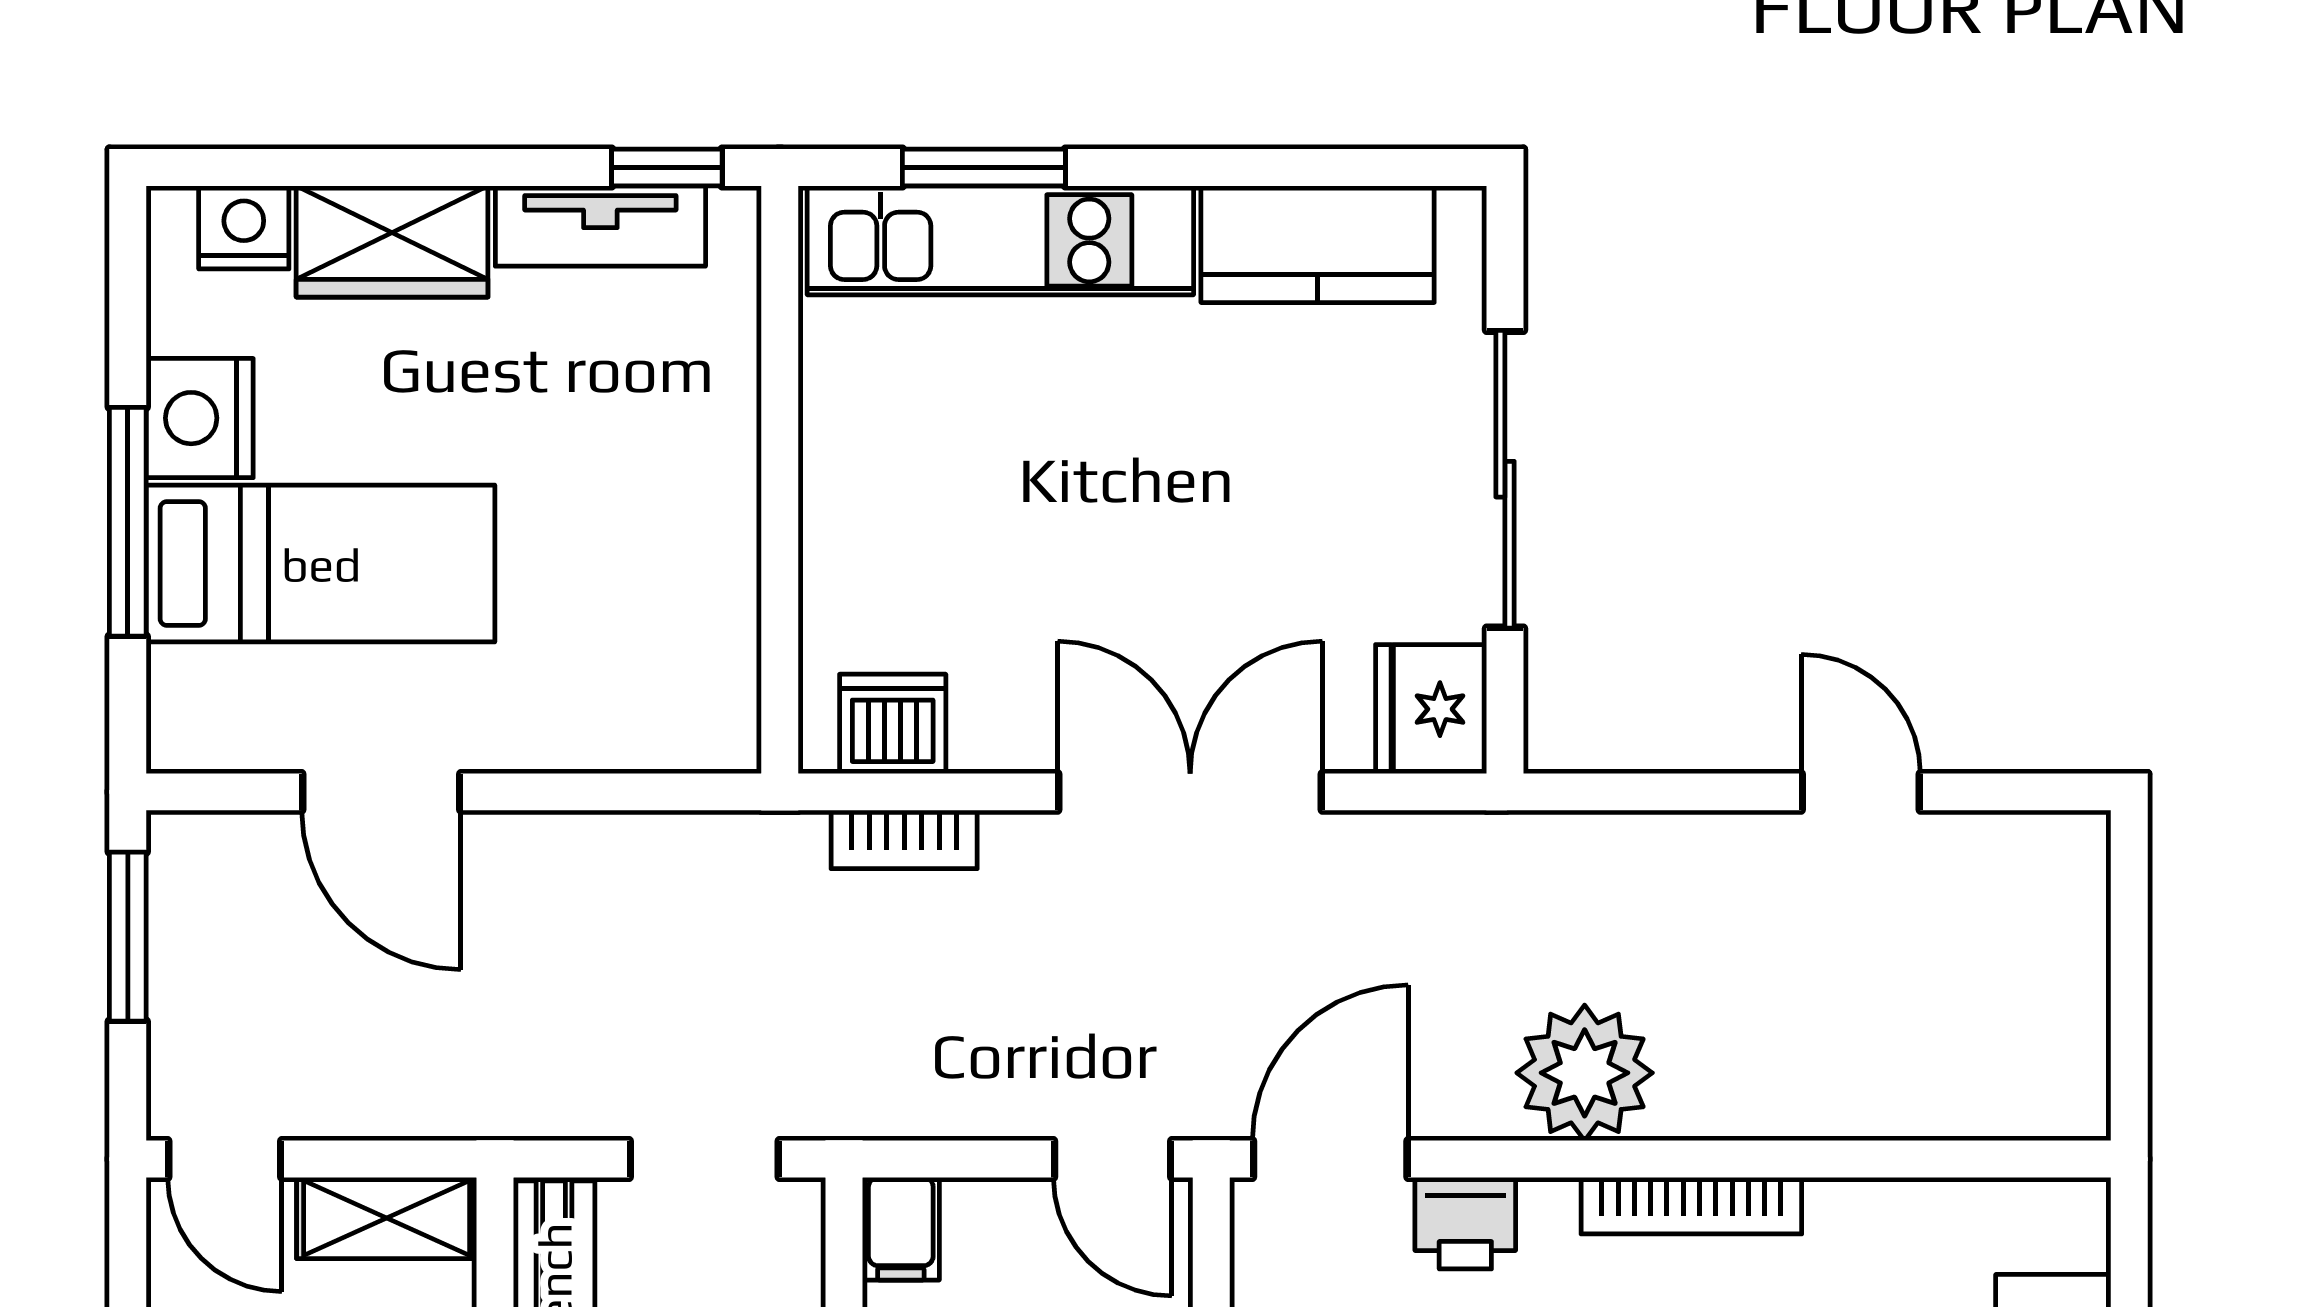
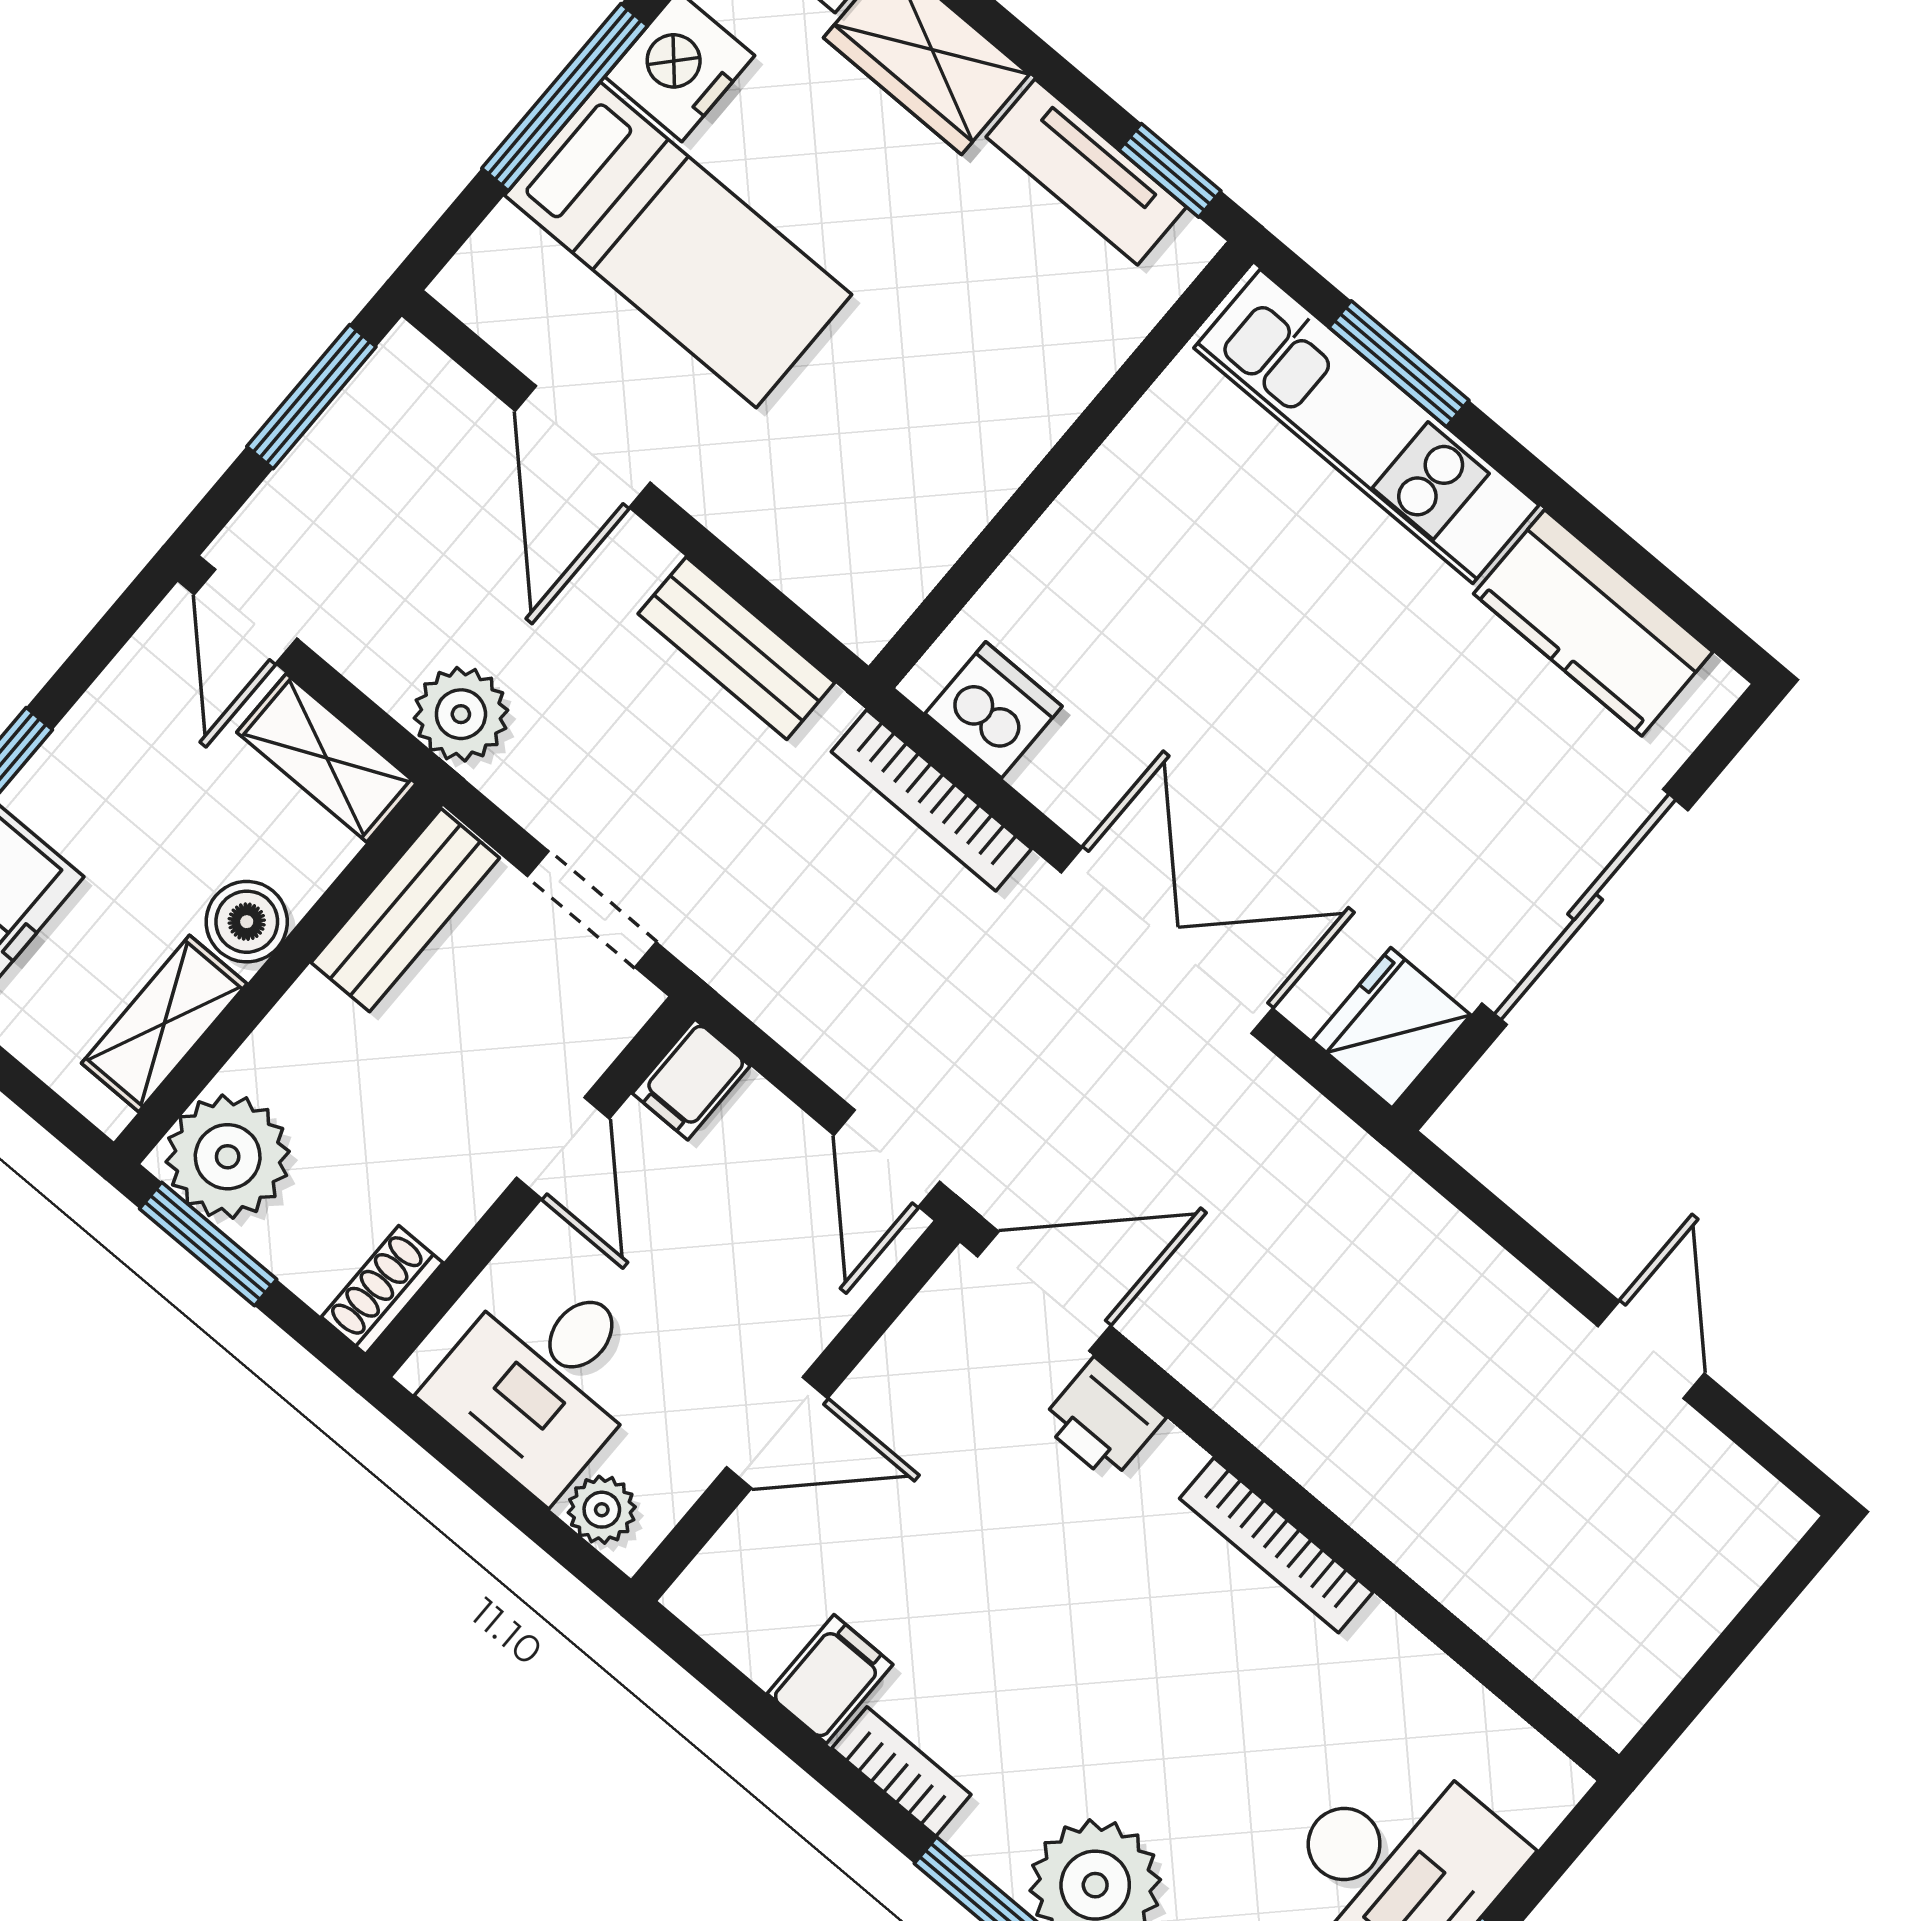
bookcase: (904, 839) -> (931, 800), width x1.56
bench: (643, 850) -> (736, 648), added
plant: (1585, 1073) -> (461, 714), moved, width x0.73, depth x0.73

